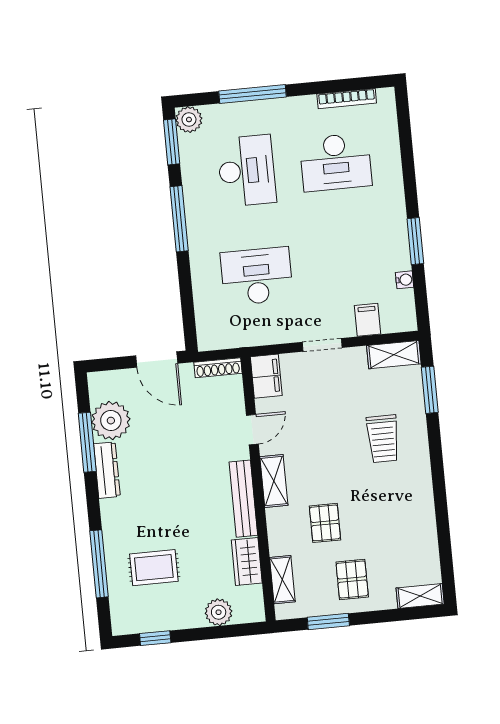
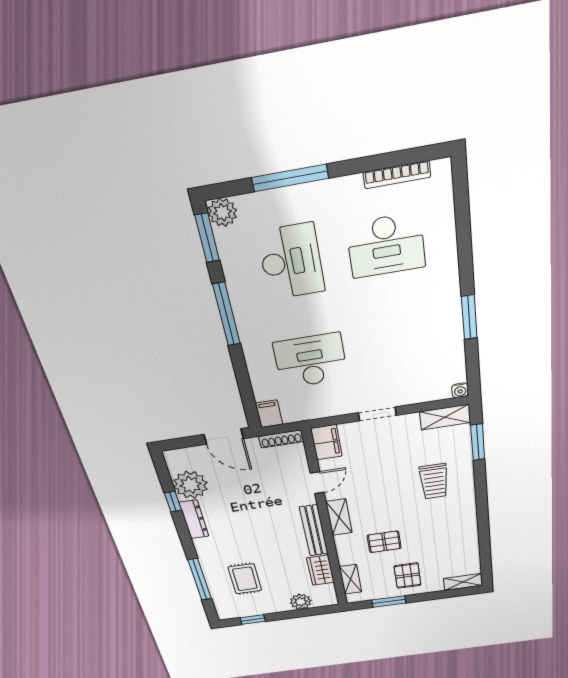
water cooler: (405, 280) -> (460, 390), moved, turned 90
filing cabinet: (368, 320) -> (269, 414), moved
window: (87, 442) -> (173, 502), width x0.46
pallet: (325, 523) -> (384, 542), turned 90
rug: (154, 568) -> (245, 579), turned 90

